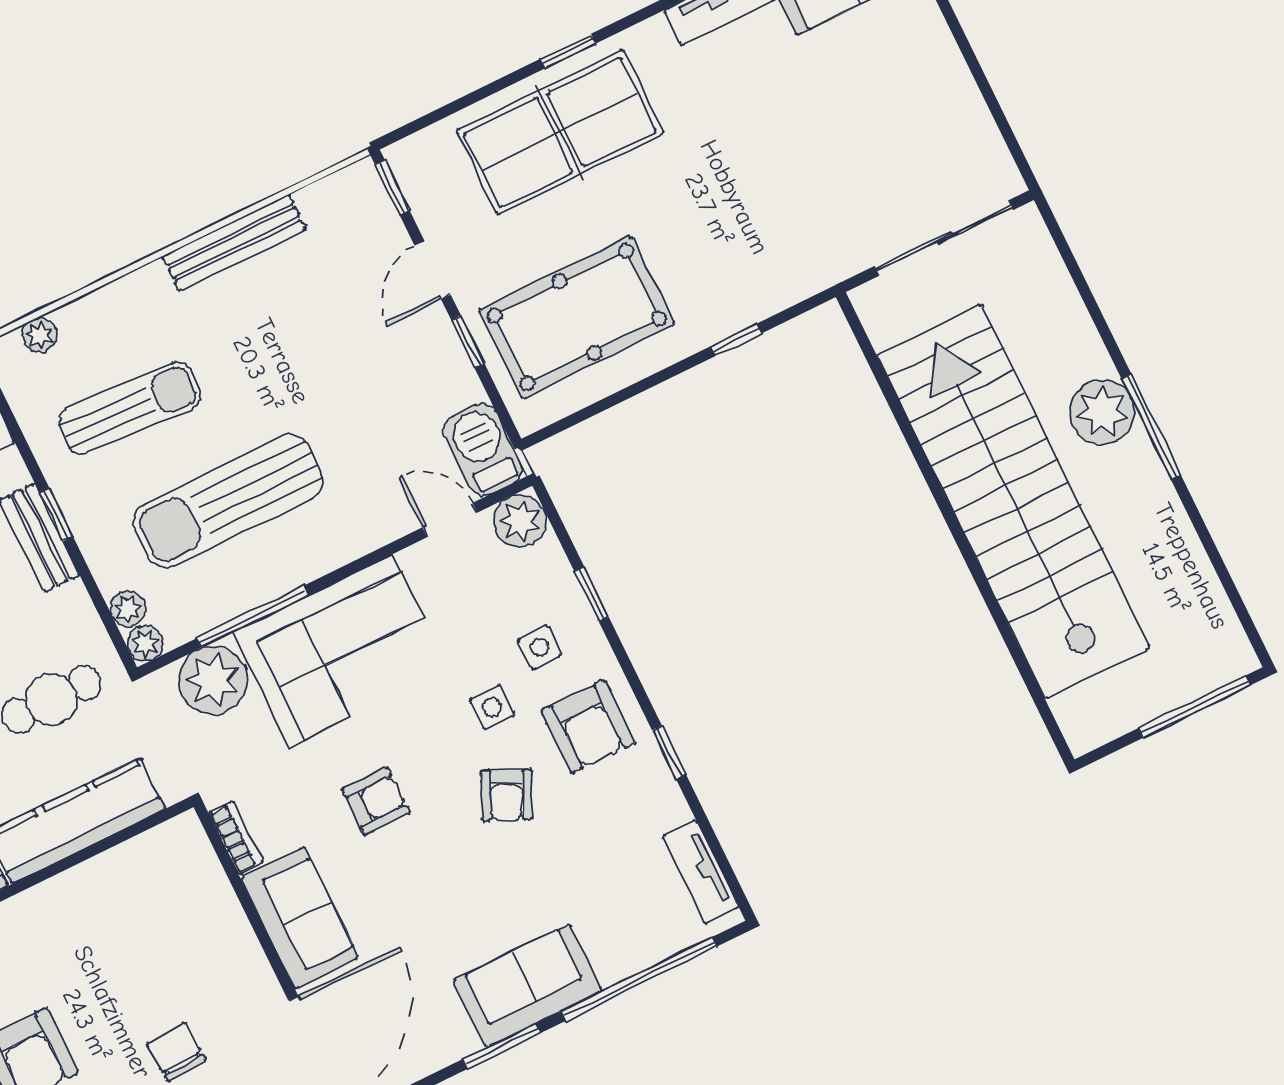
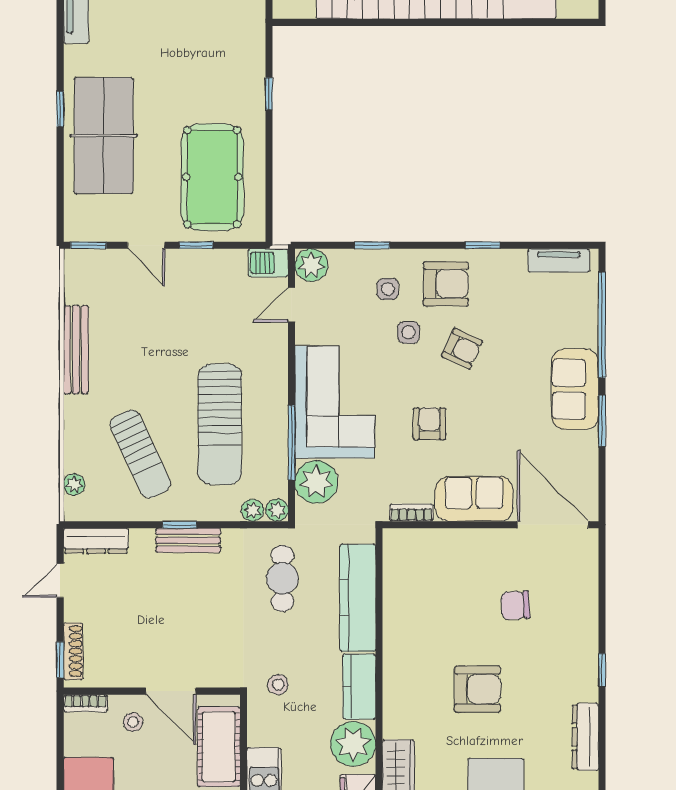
sun lounger: (130, 408) -> (140, 454), turned 152
barbecue: (483, 449) -> (268, 263), width x0.73, depth x0.79

